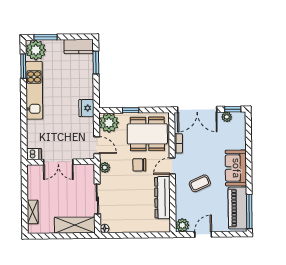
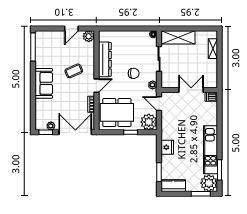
fridge: (86, 108) -> (167, 147), moved
chair: (139, 165) -> (134, 73), moved
piano: (238, 208) -> (43, 50), removed

